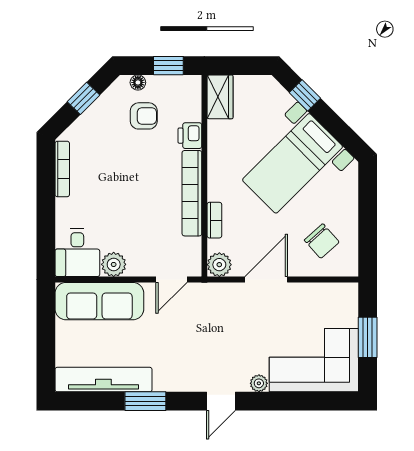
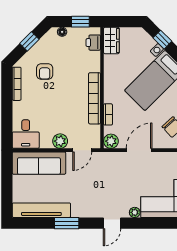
armchair: (144, 116) -> (45, 72), moved, turned 90
printer: (190, 136) -> (93, 43), moved
plant: (114, 264) -> (60, 141), moved

